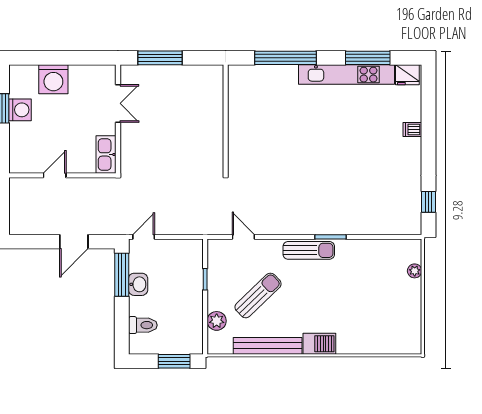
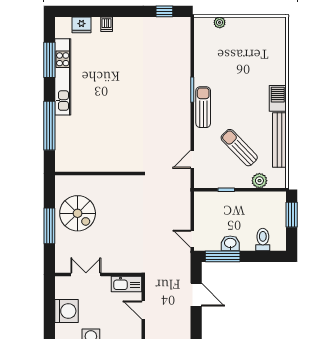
fridge: (407, 75) -> (81, 25), moved, turned 90
spiral stairs: (176, 93) -> (78, 213), added
double door: (118, 103) -> (86, 274), moved
wall: (118, 119) -> (98, 274), moved
kitchen sink: (106, 154) -> (127, 284), moved

